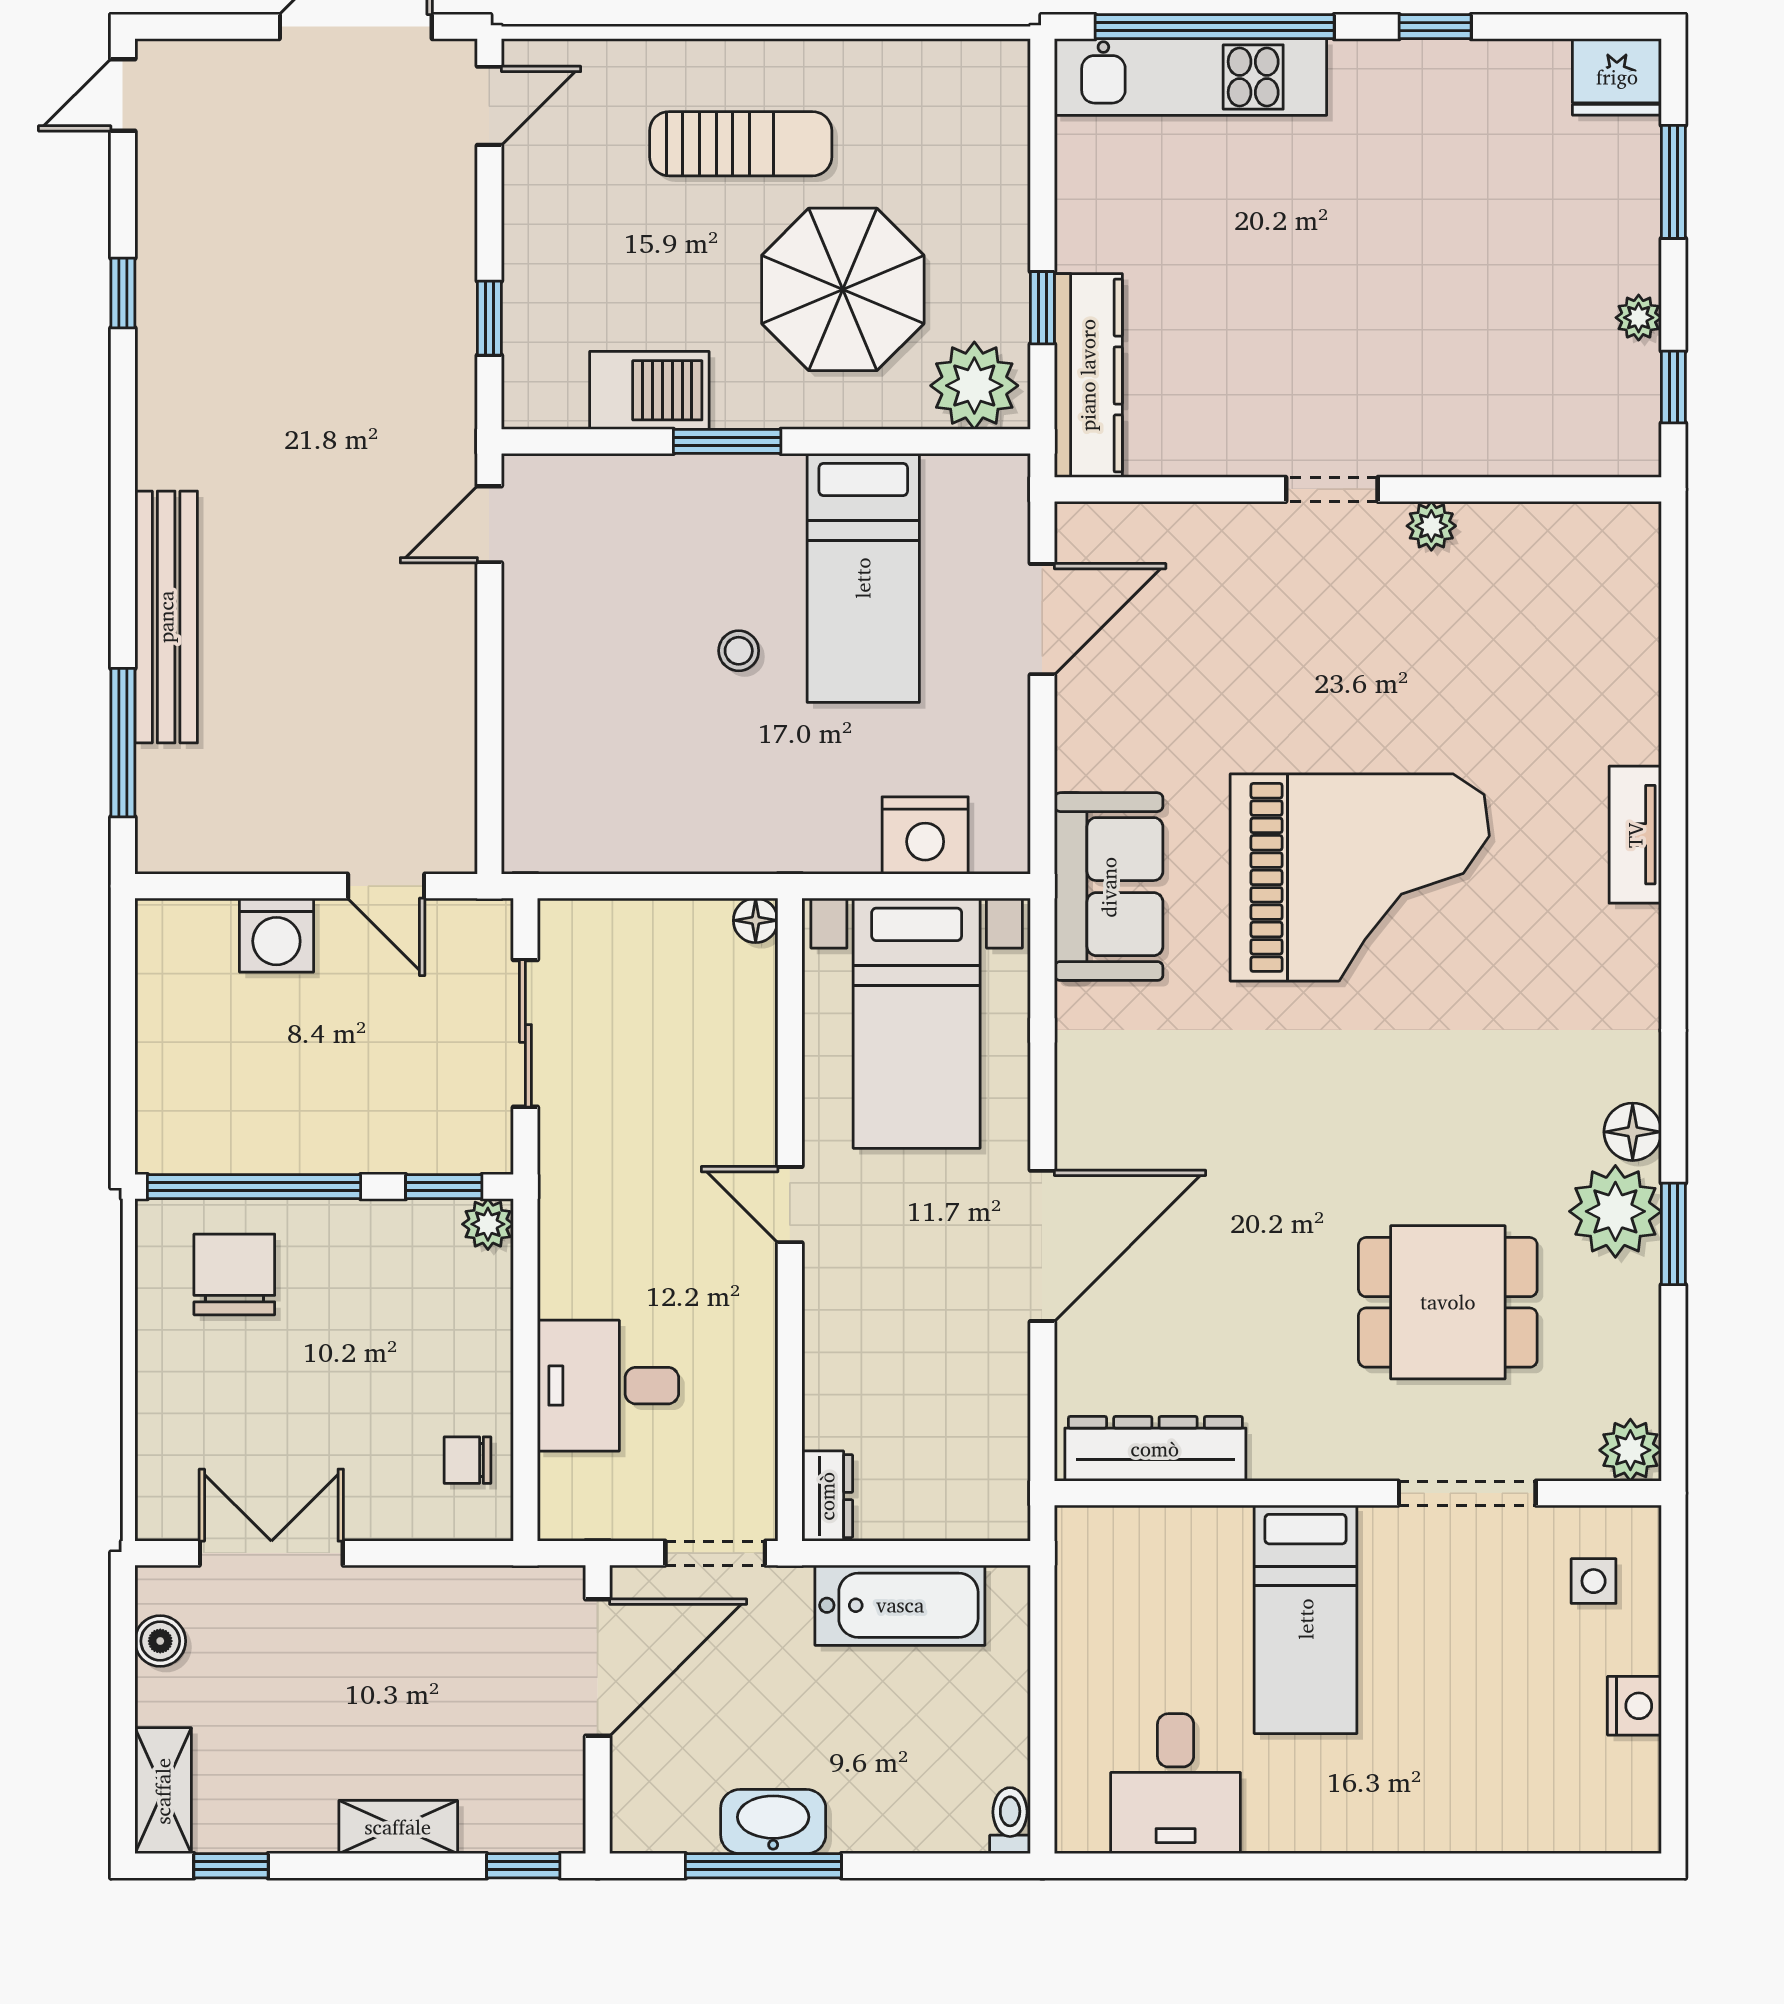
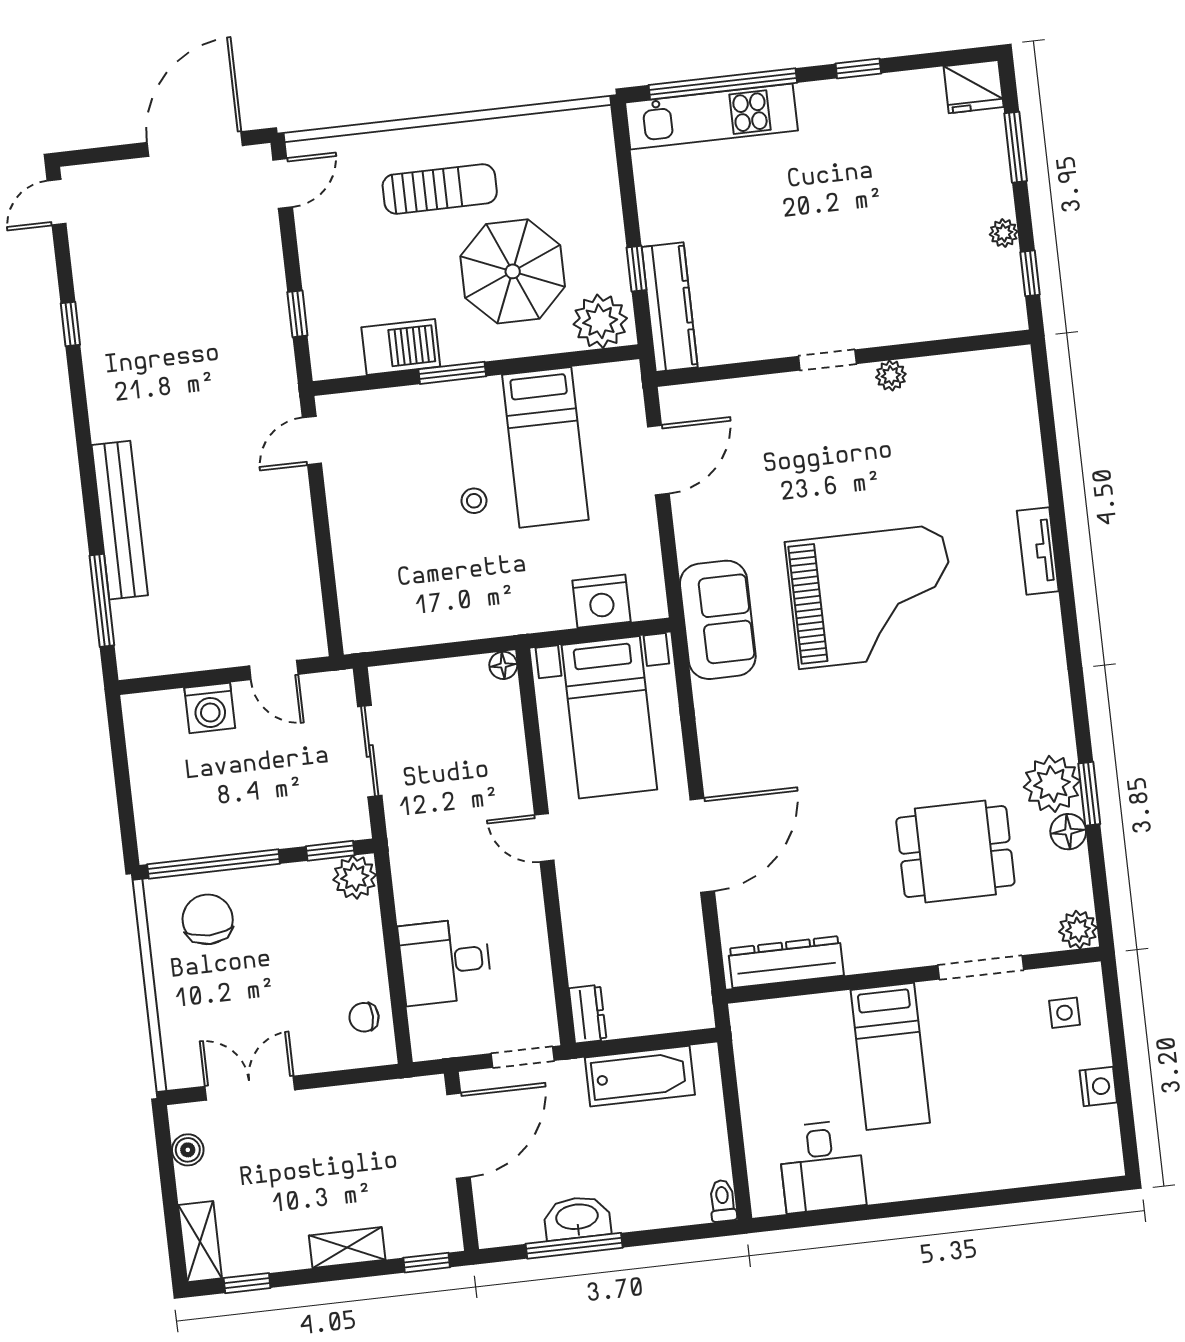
floor lamp: (1633, 1132) -> (1068, 832), moved
plant: (488, 1224) -> (355, 877), width x1.38, depth x1.38

